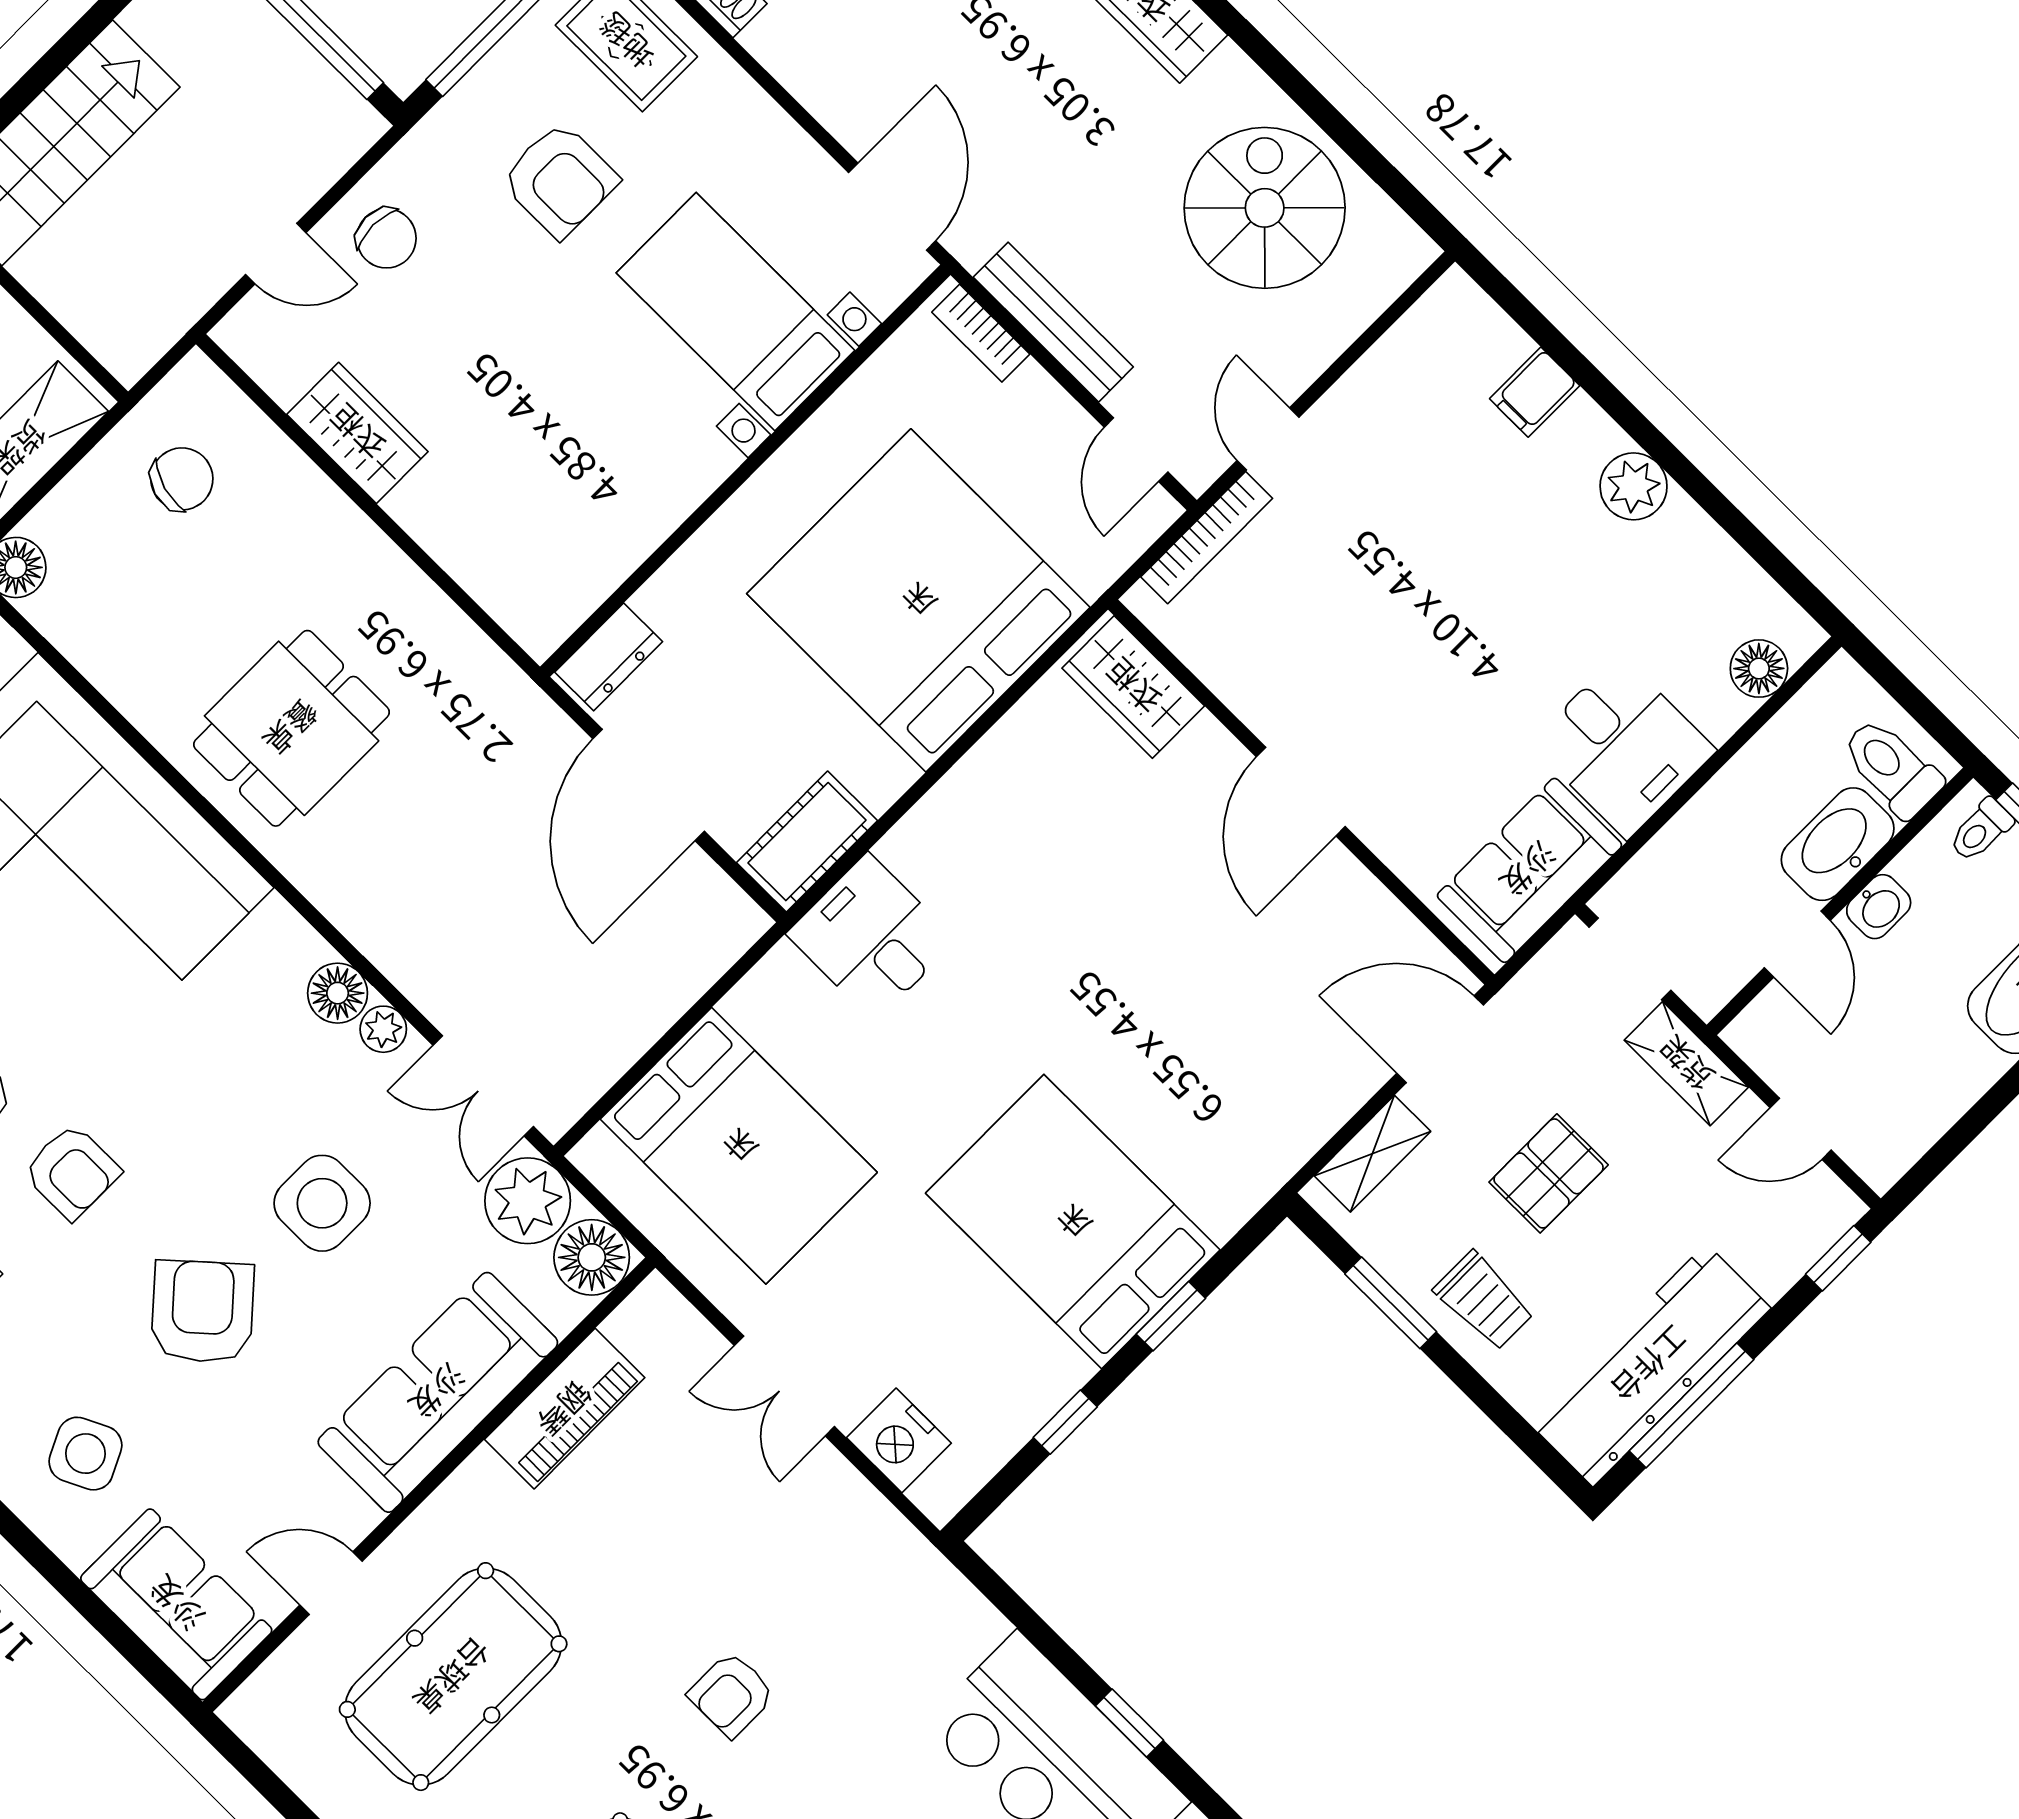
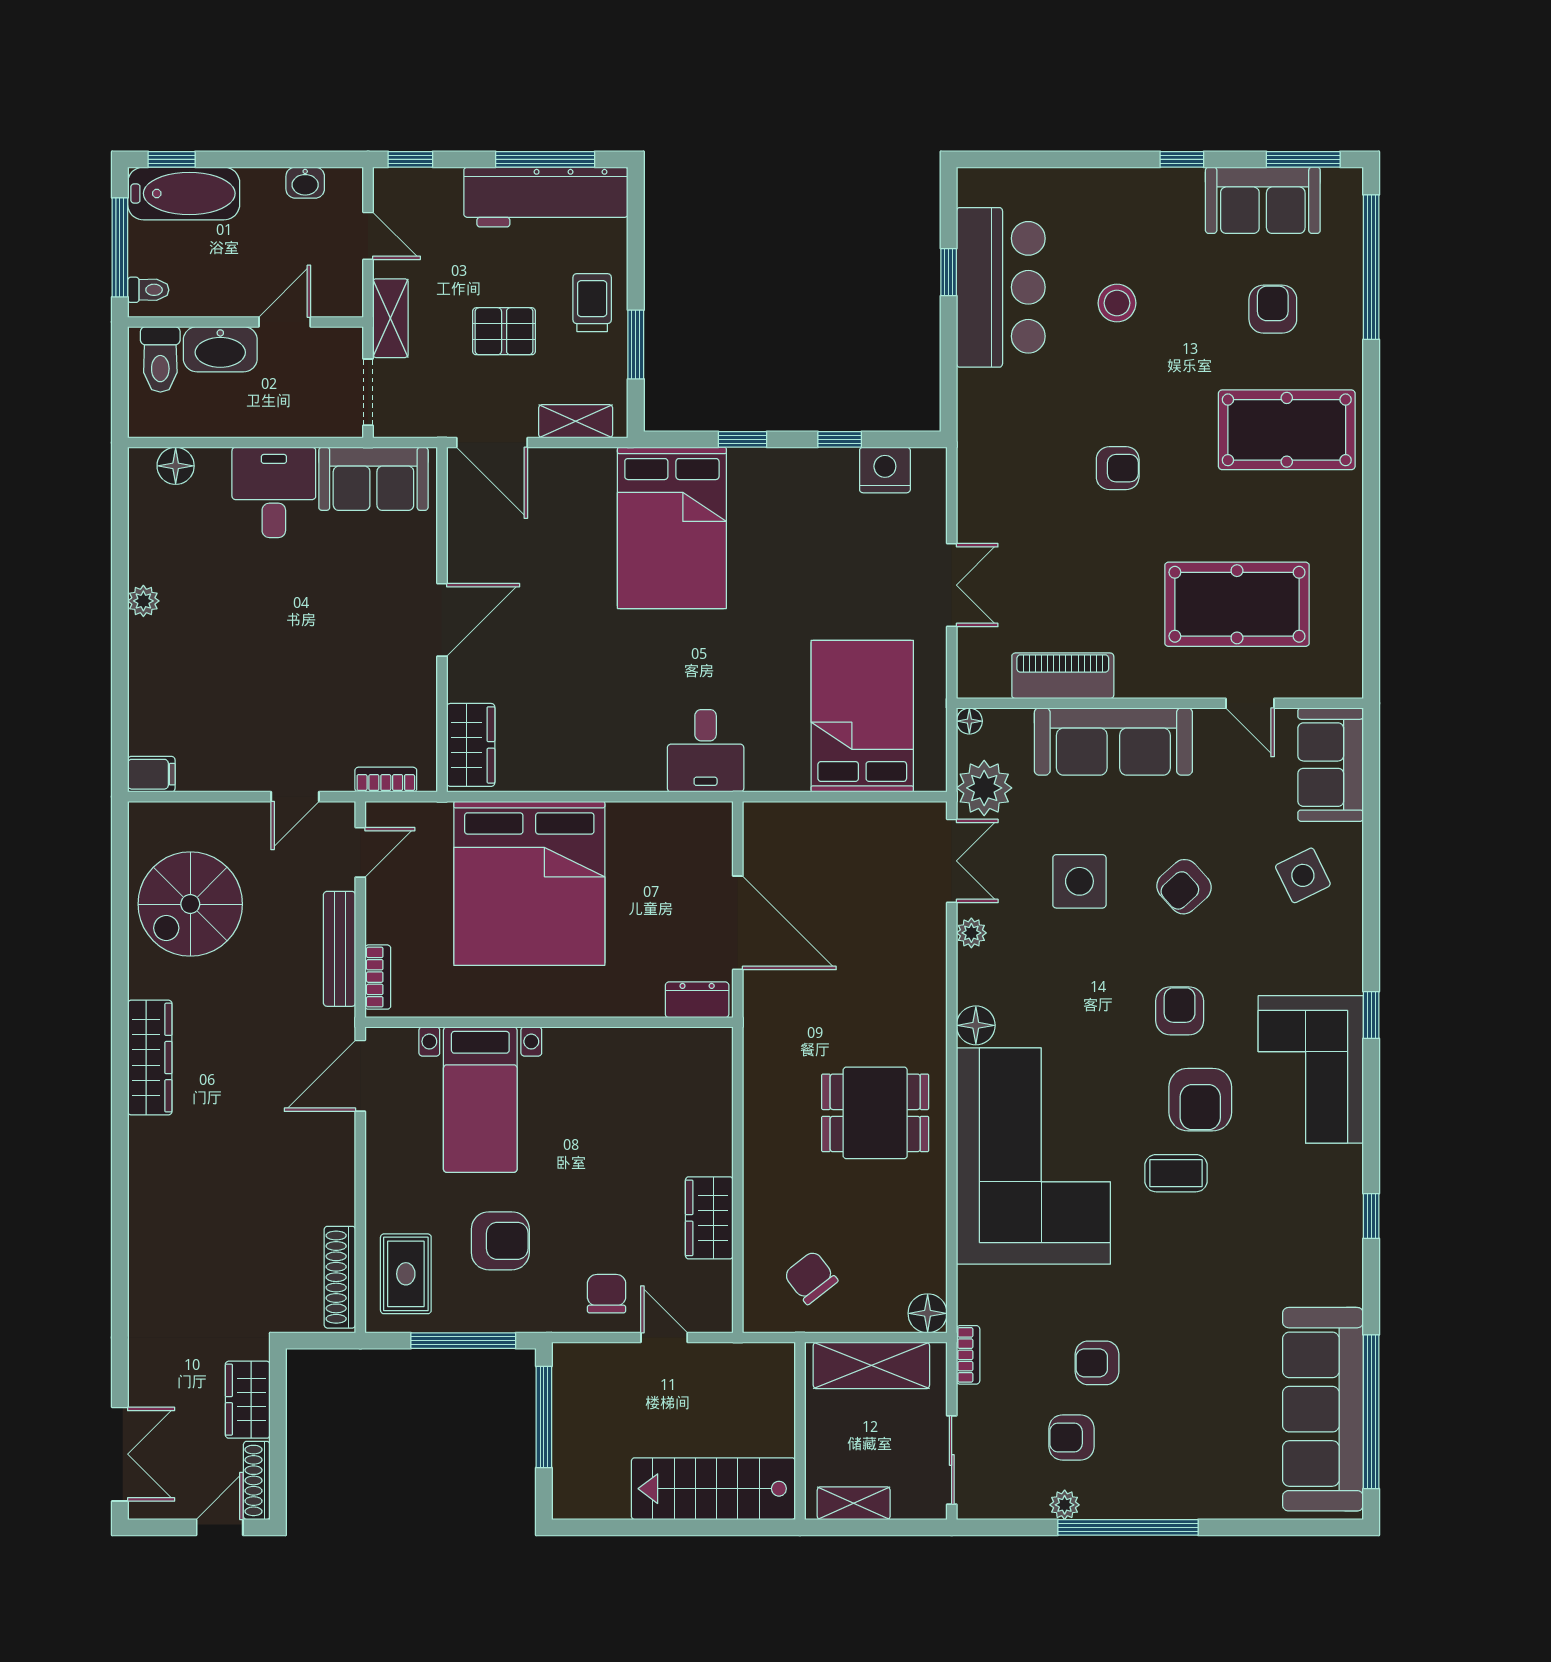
armchair: (560, 180) -> (500, 1241), turned 90
filing cabinet: (1535, 392) -> (151, 774), moved
chair: (182, 479) -> (811, 1278), turned 36
plant: (1634, 486) -> (143, 601), width x0.73, depth x0.73
bookcase: (1207, 538) -> (386, 780), width x0.64
door: (649, 785) -> (738, 923), hinge flipped
cot: (807, 842) -> (691, 824), removed
washbasin: (1879, 907) -> (305, 183), moved, turned 180
floor lamp: (338, 993) -> (976, 1025), moved
bed: (1073, 1222) -> (672, 528), moved
floor lamp: (592, 1257) -> (969, 721), width x0.53, depth x0.53
armchair: (203, 1312) -> (1184, 887), width x0.72, depth x0.72
nightstand: (899, 1440) -> (885, 470), moved, turned -90

